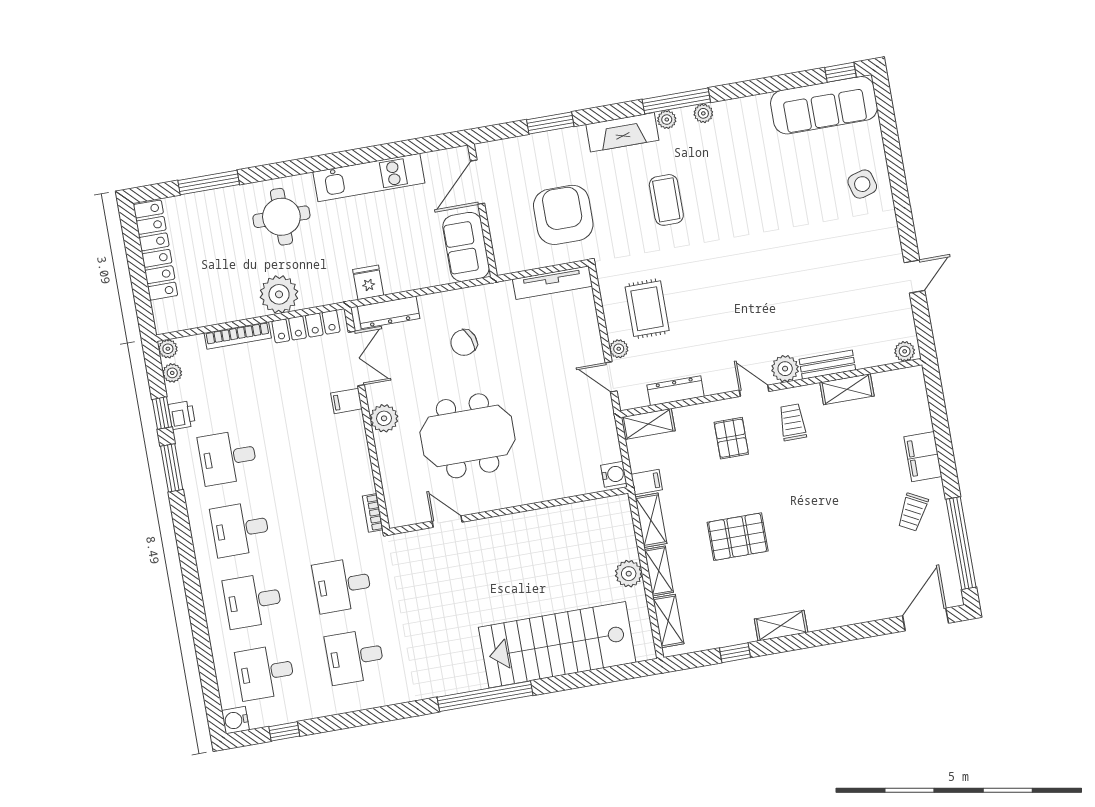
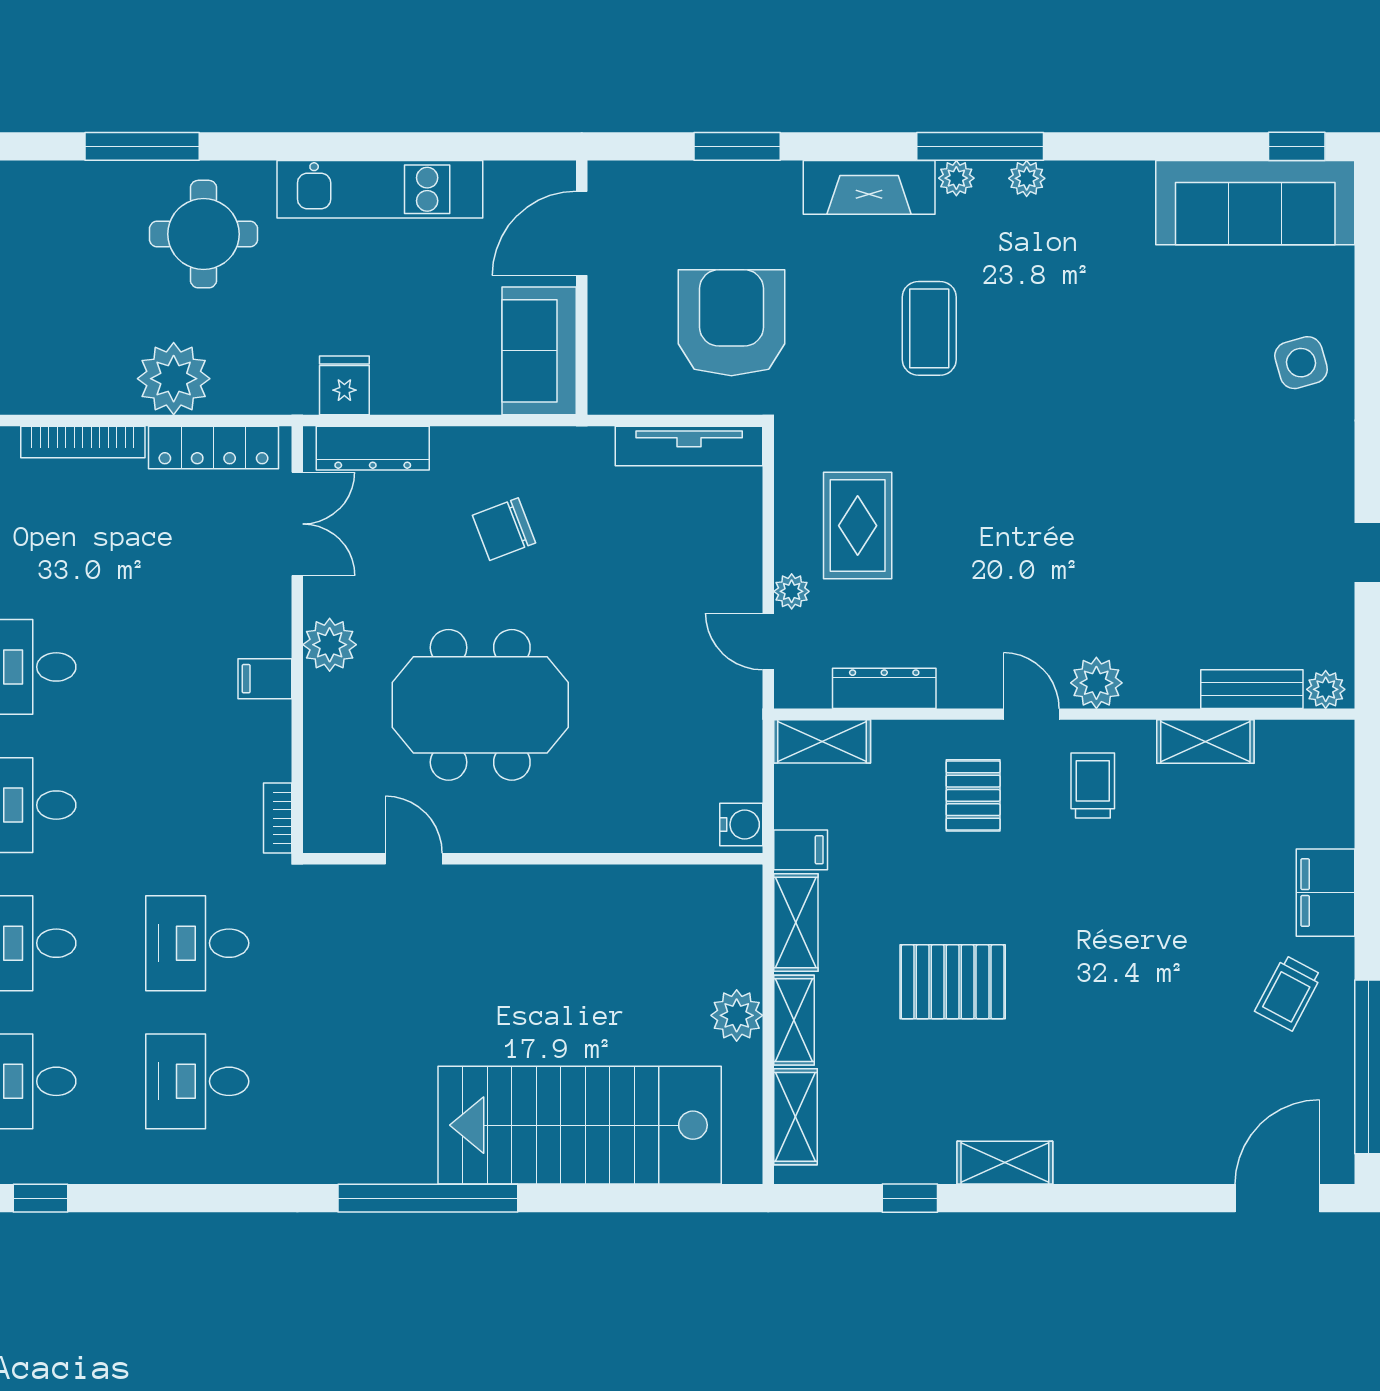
window: (209, 183) -> (142, 146), moved
bench: (827, 365) -> (1252, 689), moved
filing cabinet: (346, 401) -> (265, 679), moved

